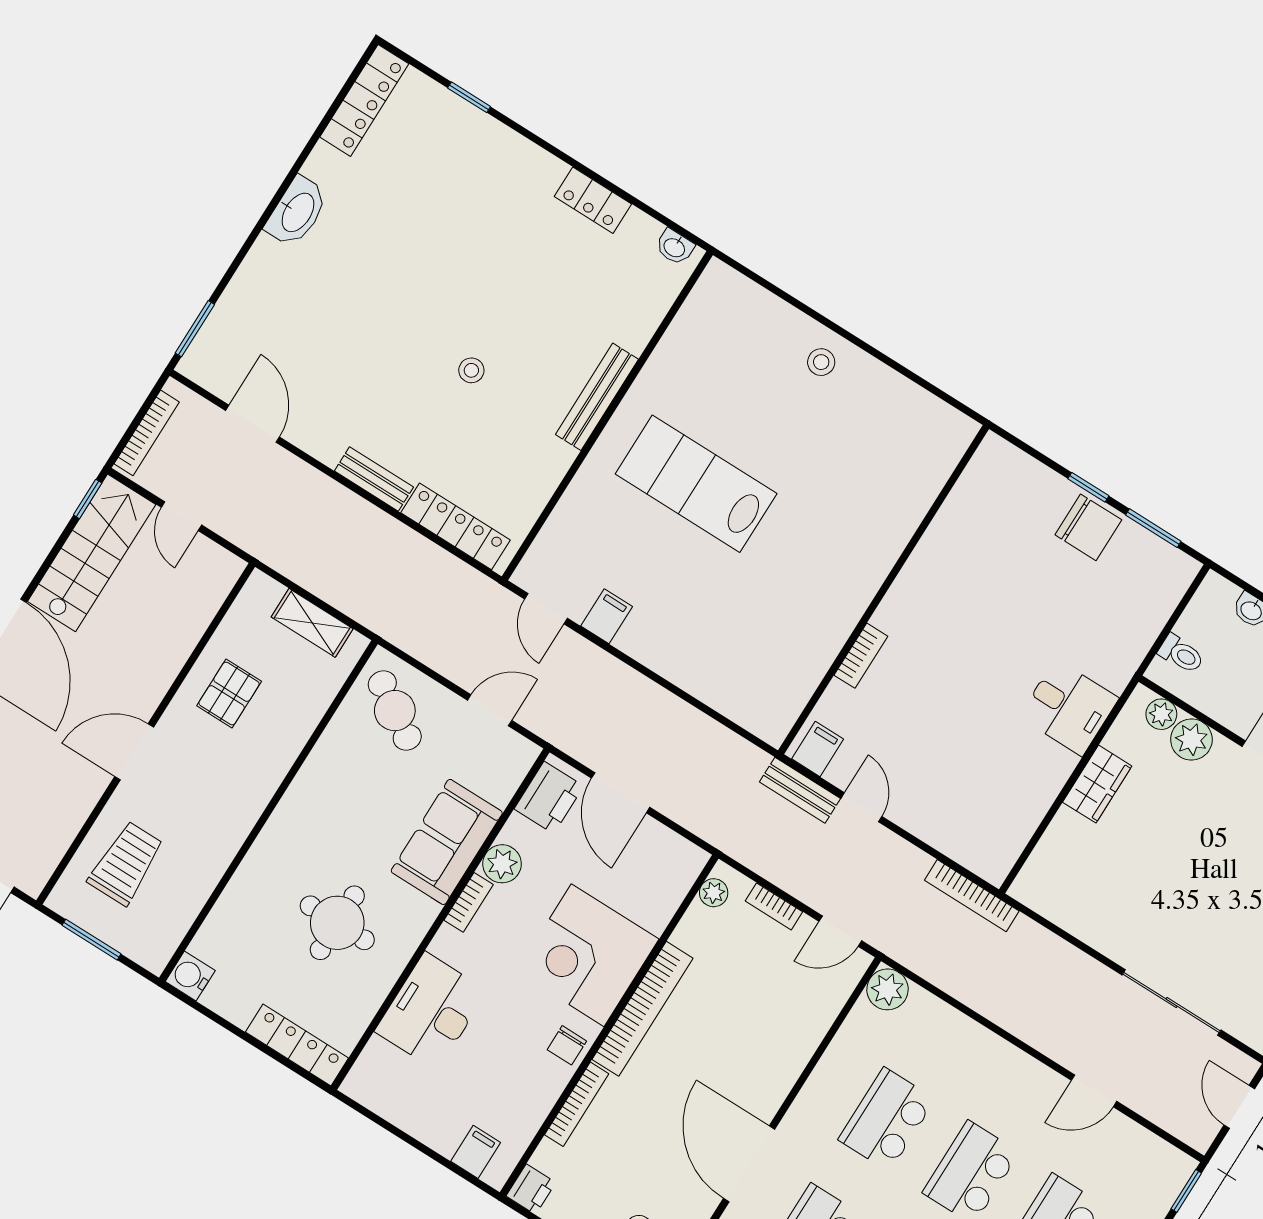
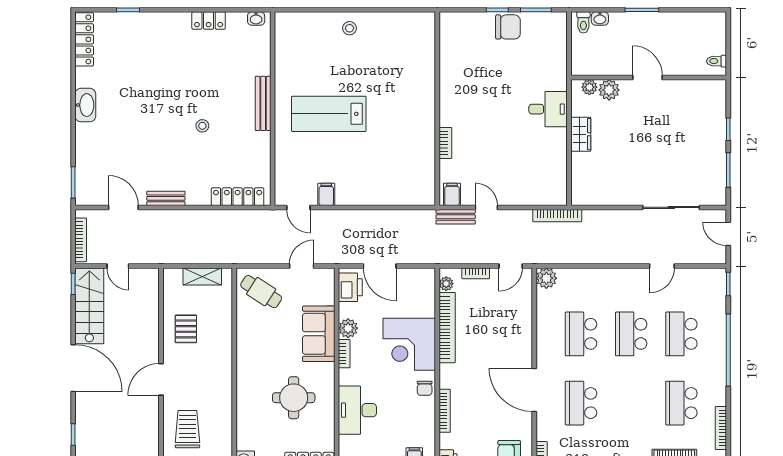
bench: (374, 479) -> (166, 198), moved
toilet: (1181, 654) -> (583, 22), moved, turned 90
bookcase: (643, 1009) -> (447, 328), moved

